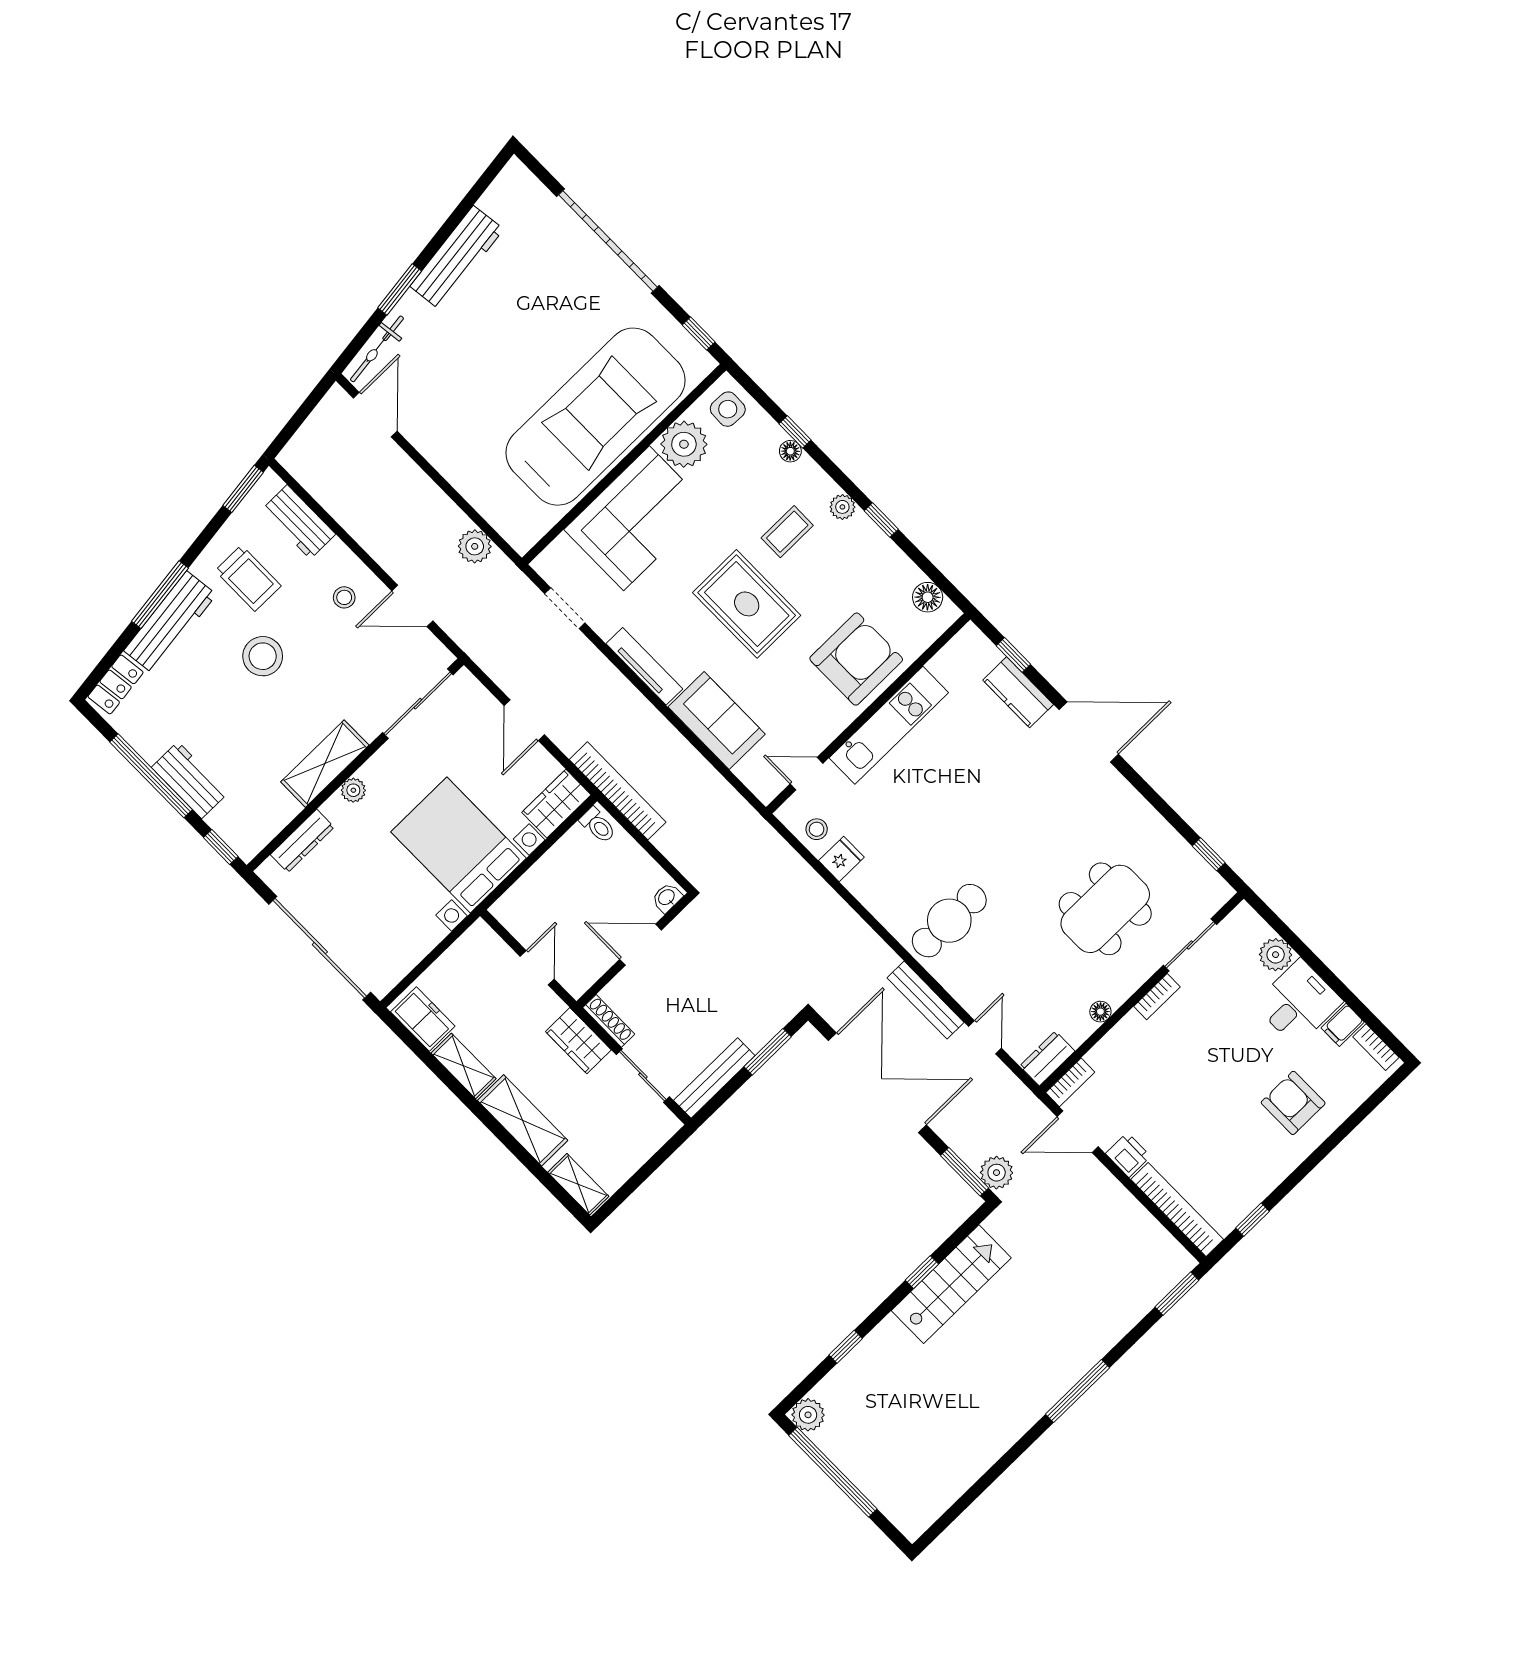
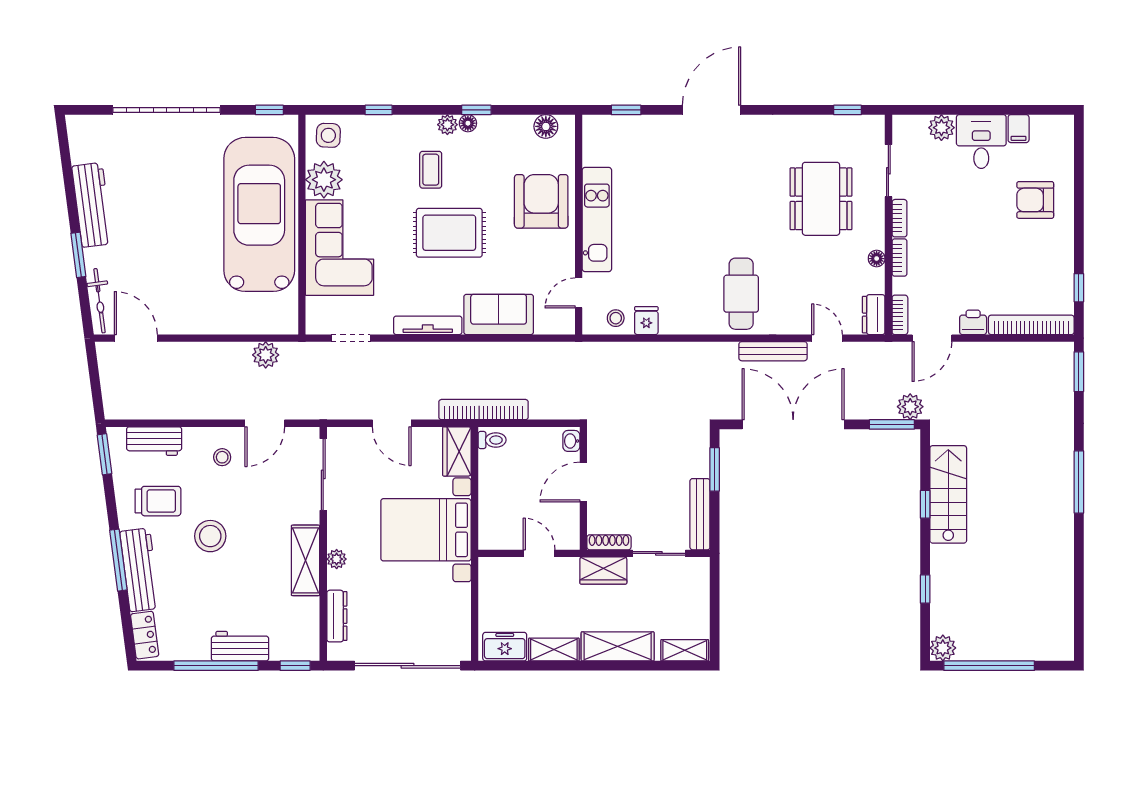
floor lamp: (790, 451) -> (468, 123), moved
kitchen counter: (1018, 692) -> (650, 128), removed
bookcase: (1376, 1047) -> (900, 258), moved, turned -90

